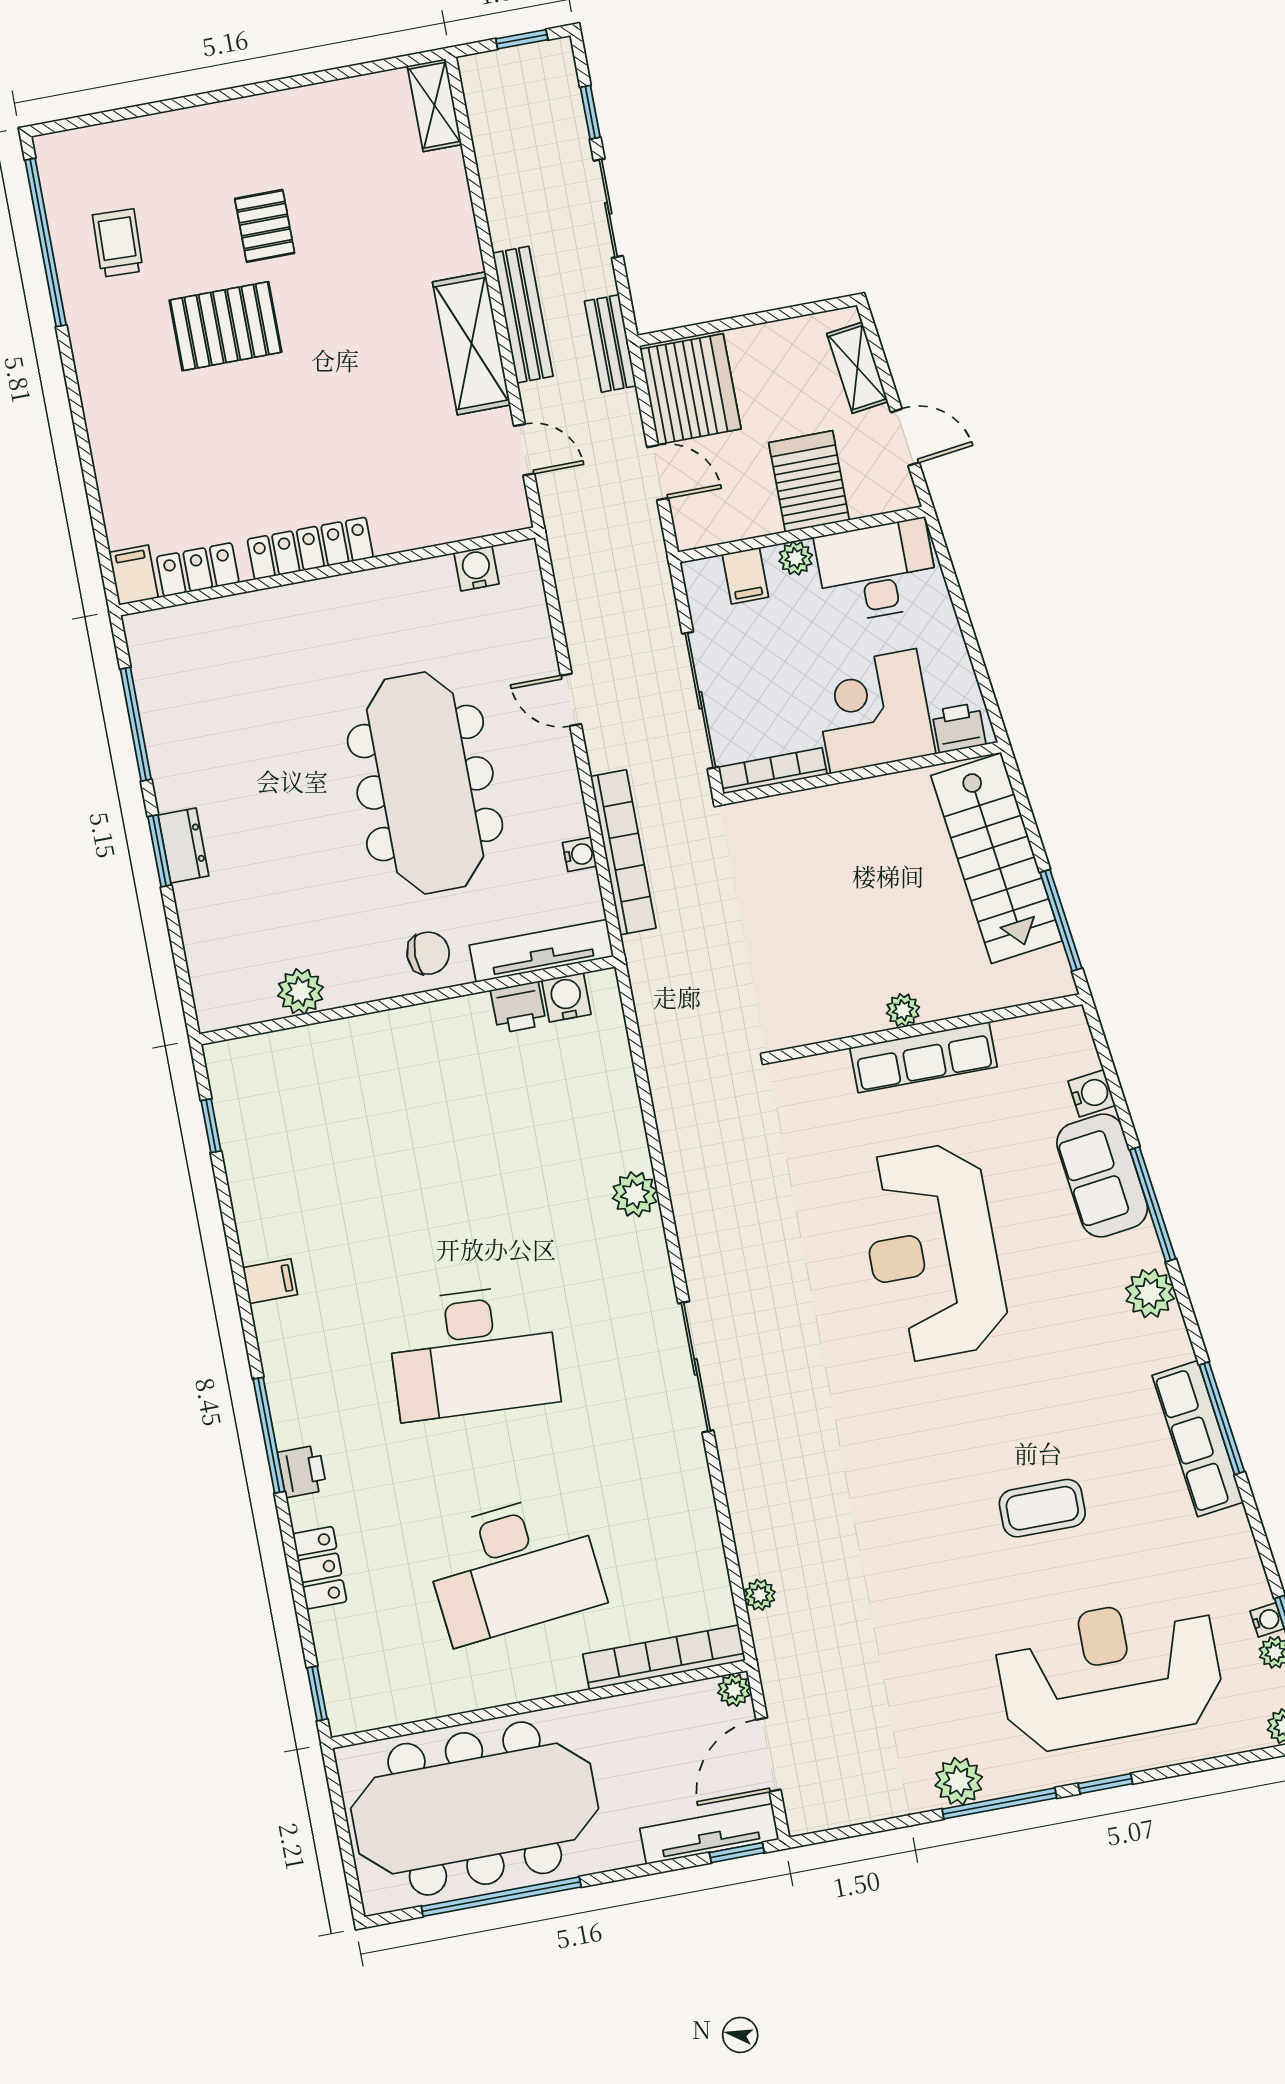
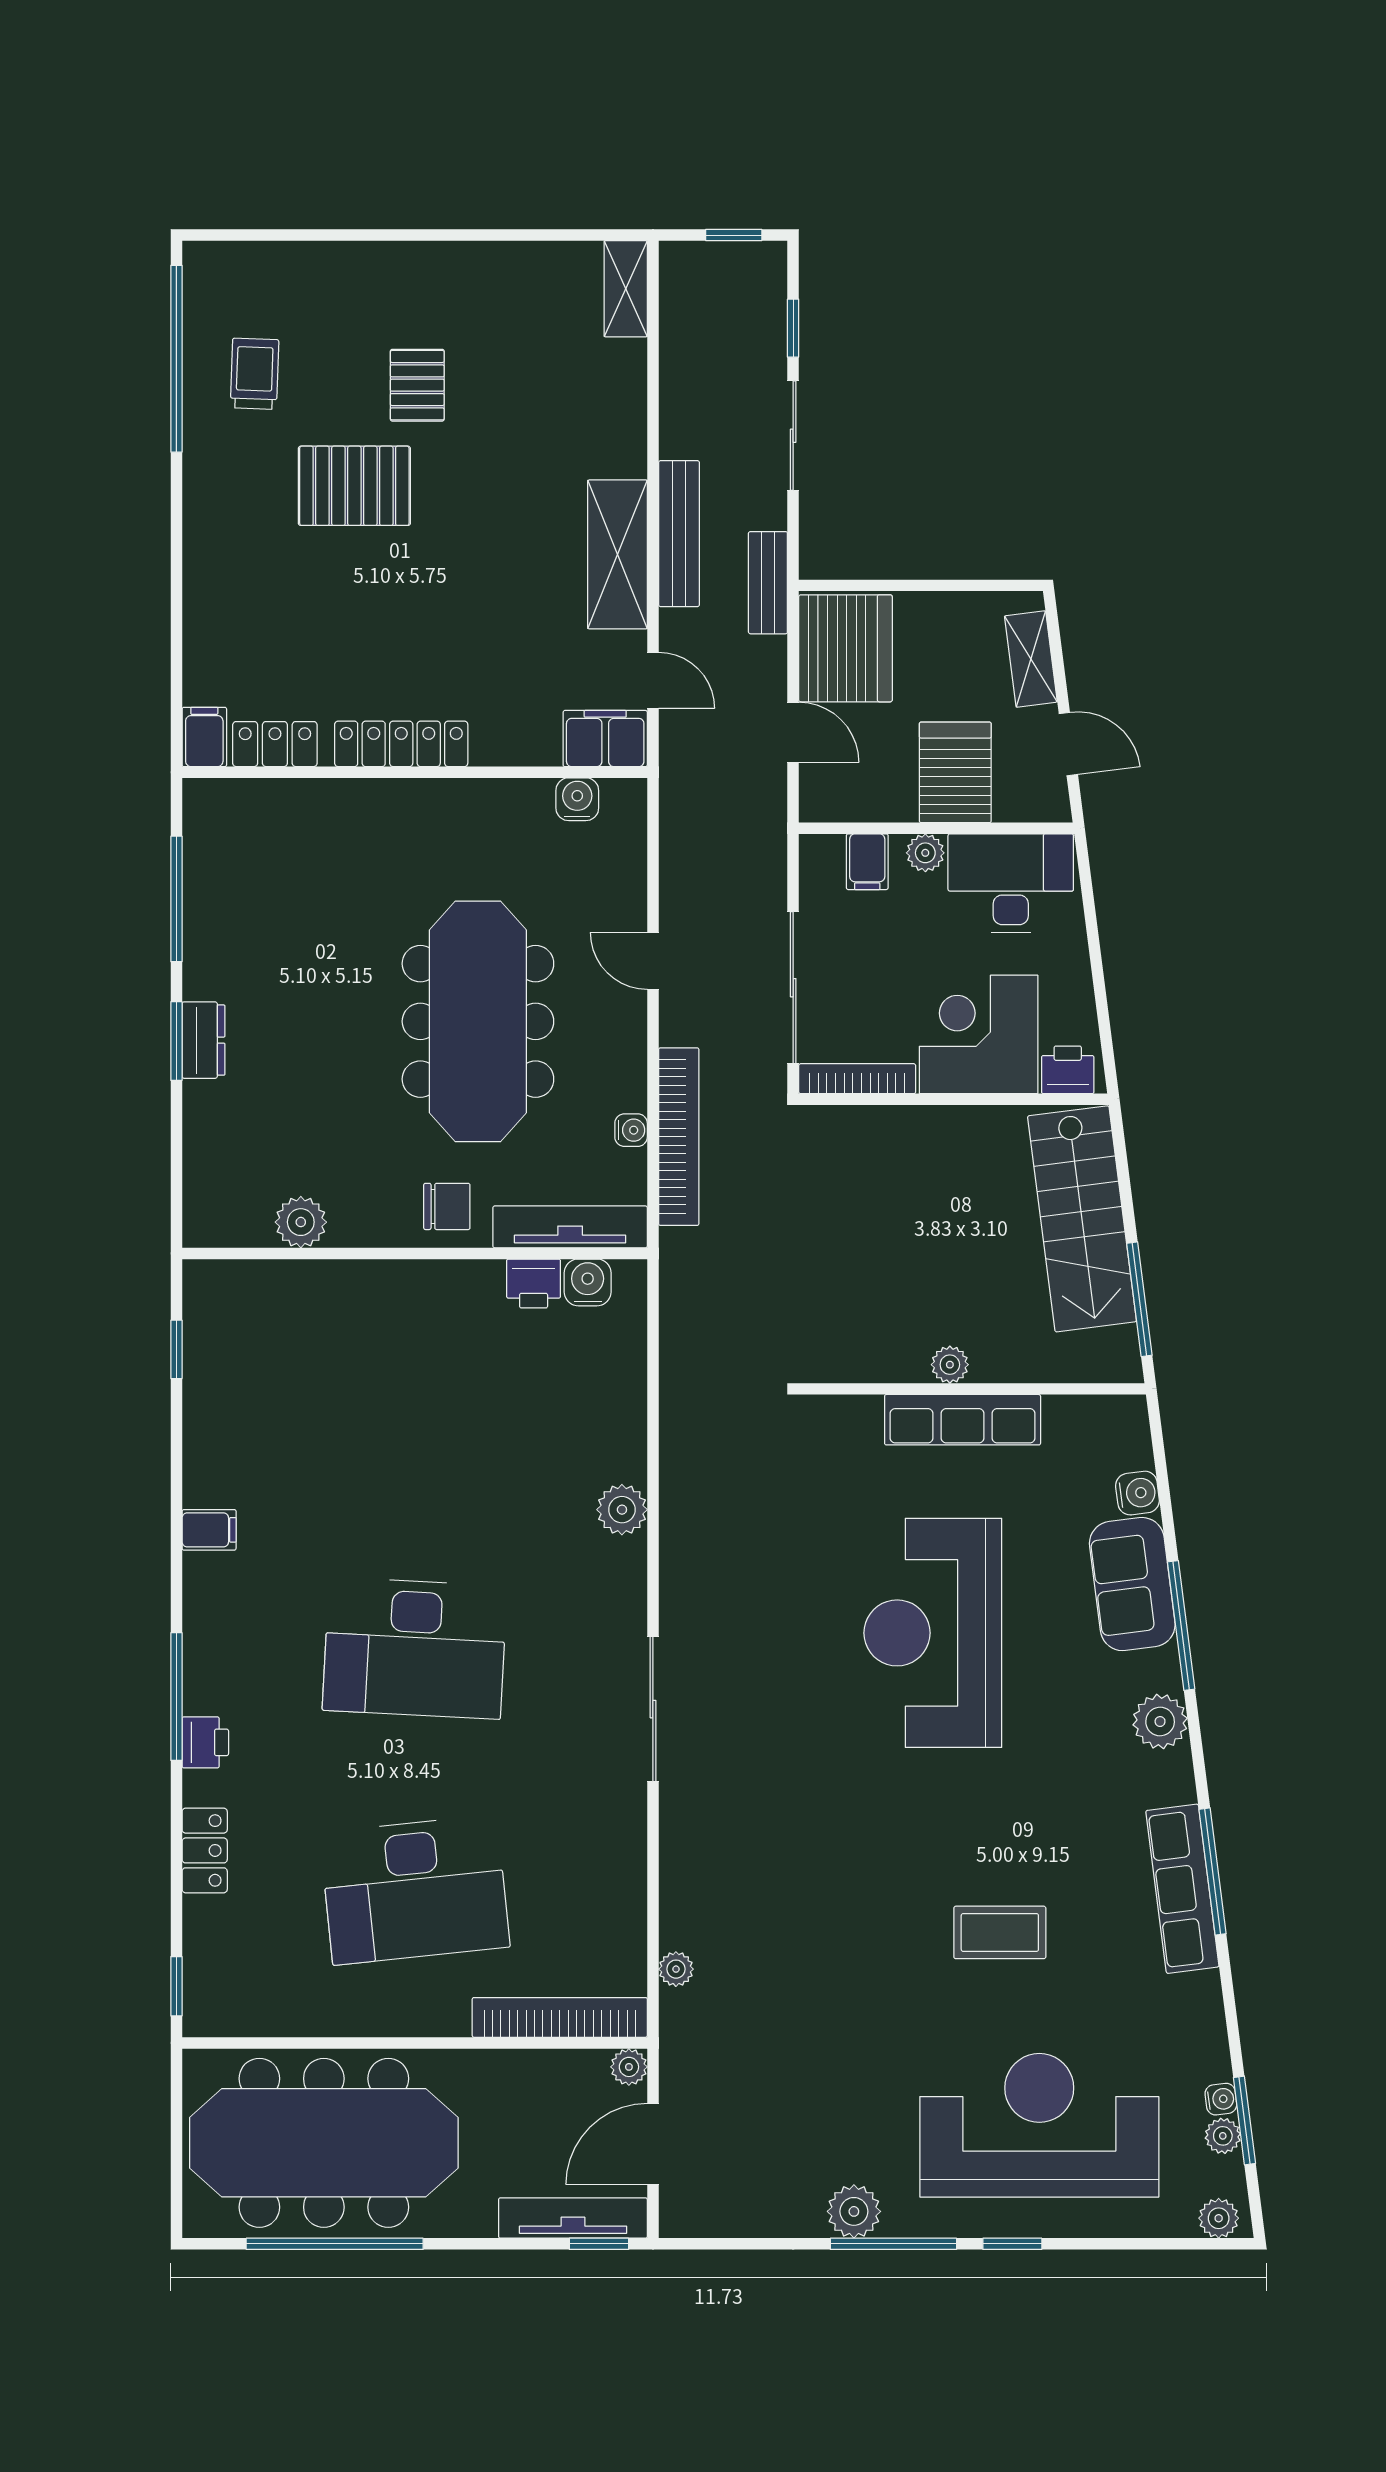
filing cabinet: (491, 510) -> (605, 739), added

